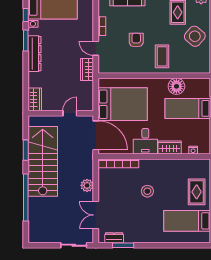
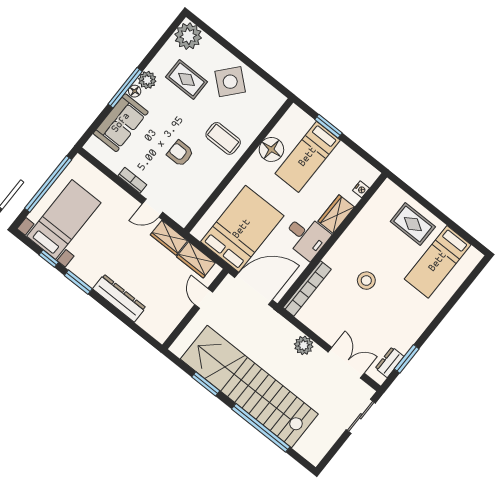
dresser: (34, 54) -> (119, 298), moved
wardrobe: (35, 99) -> (196, 260), moved, turned 180
stairs: (43, 161) -> (249, 386), width x1.36
double door: (96, 215) -> (346, 363), swing flipped

